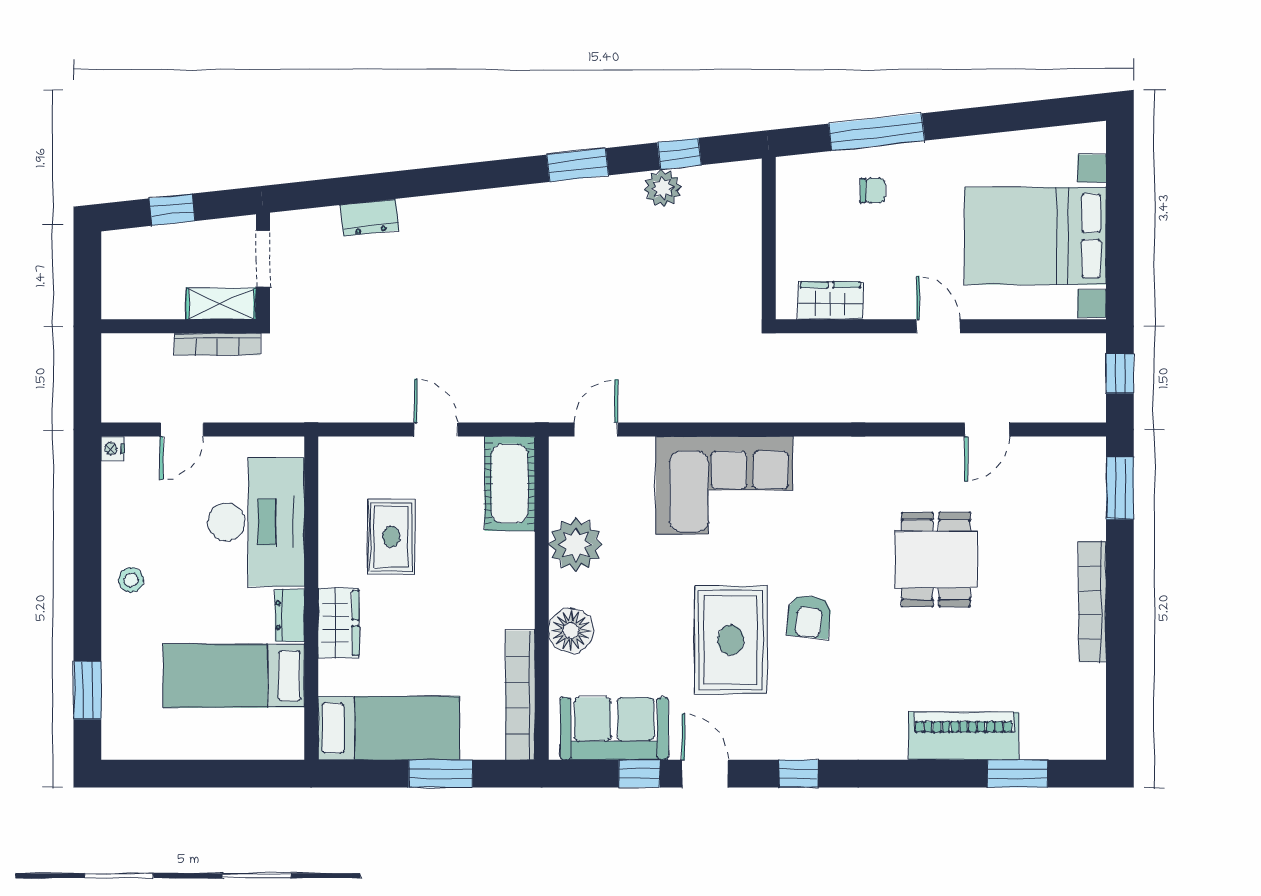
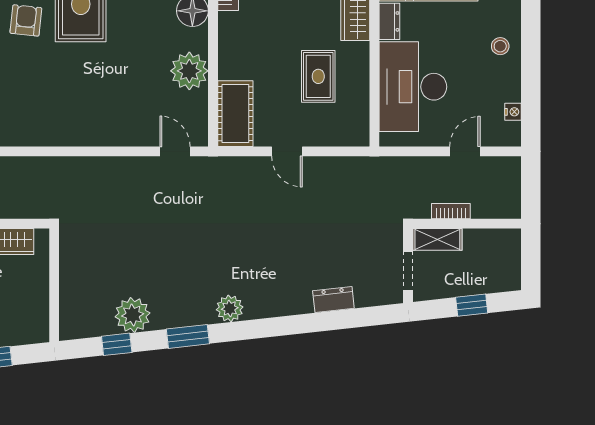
plant: (663, 188) -> (133, 315), width x1.36, depth x1.36
plant: (518, 205) -> (230, 308), added
bookcase: (217, 344) -> (451, 211), width x0.64
door: (596, 430) -> (175, 151), swing flipped
nightstand: (113, 449) -> (513, 112), moved
corner sofa: (724, 485) -> (85, 112), removed

